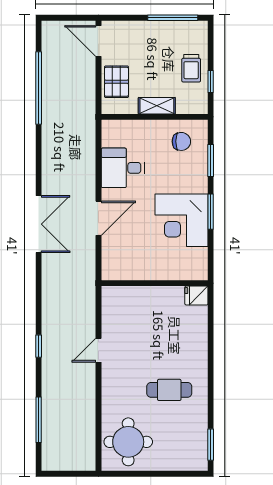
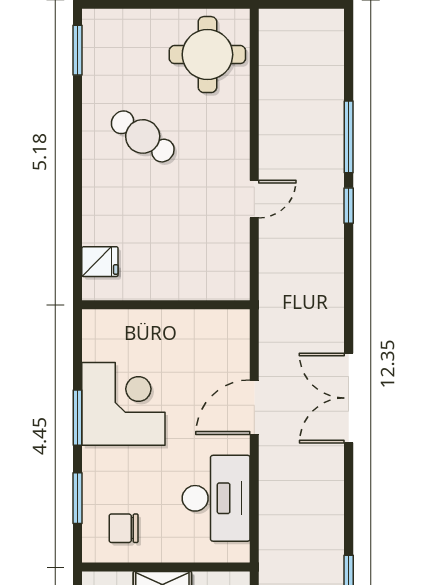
desk: (123, 168) -> (216, 498), width x1.37
fridge: (196, 296) -> (100, 262), moved
cafe table: (169, 390) -> (143, 136), turned 35
window: (39, 420) -> (349, 137), moved

